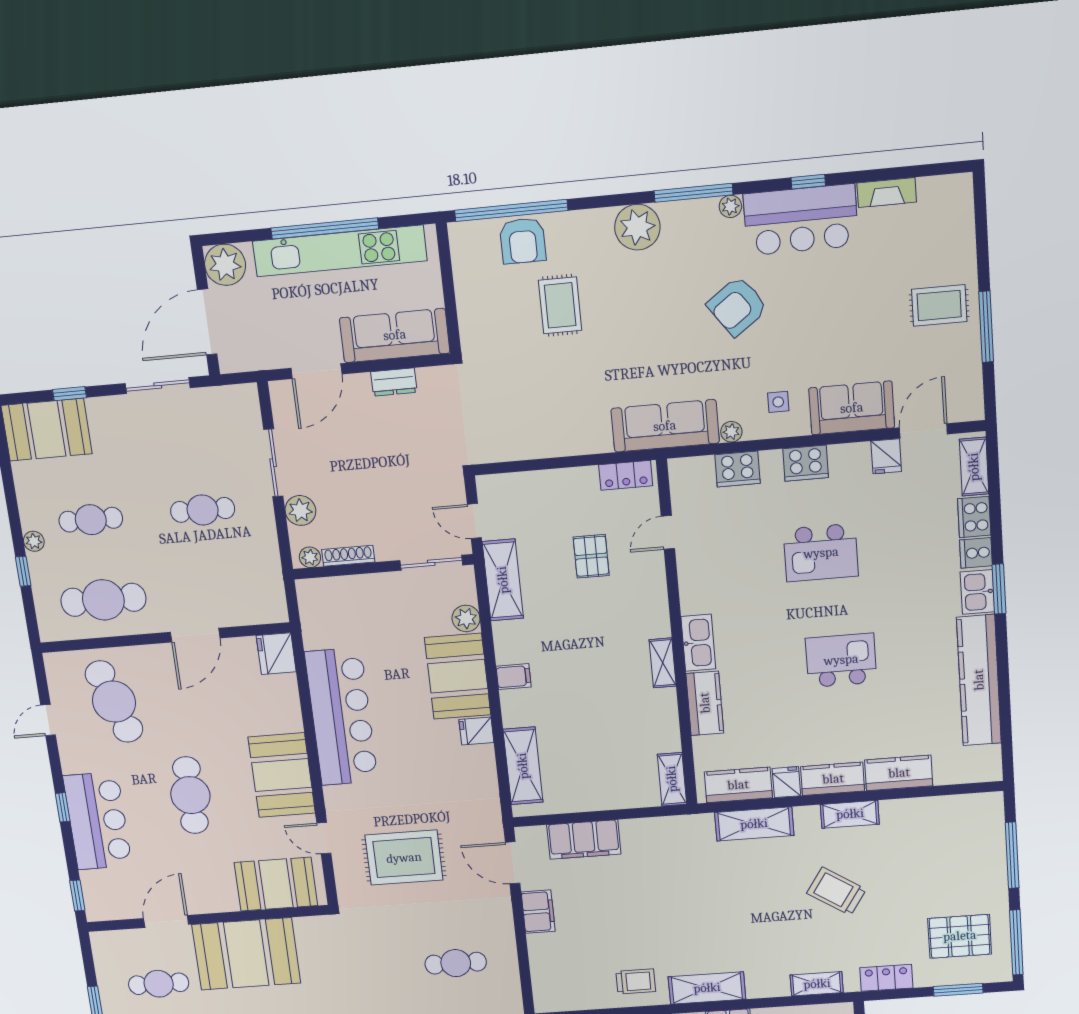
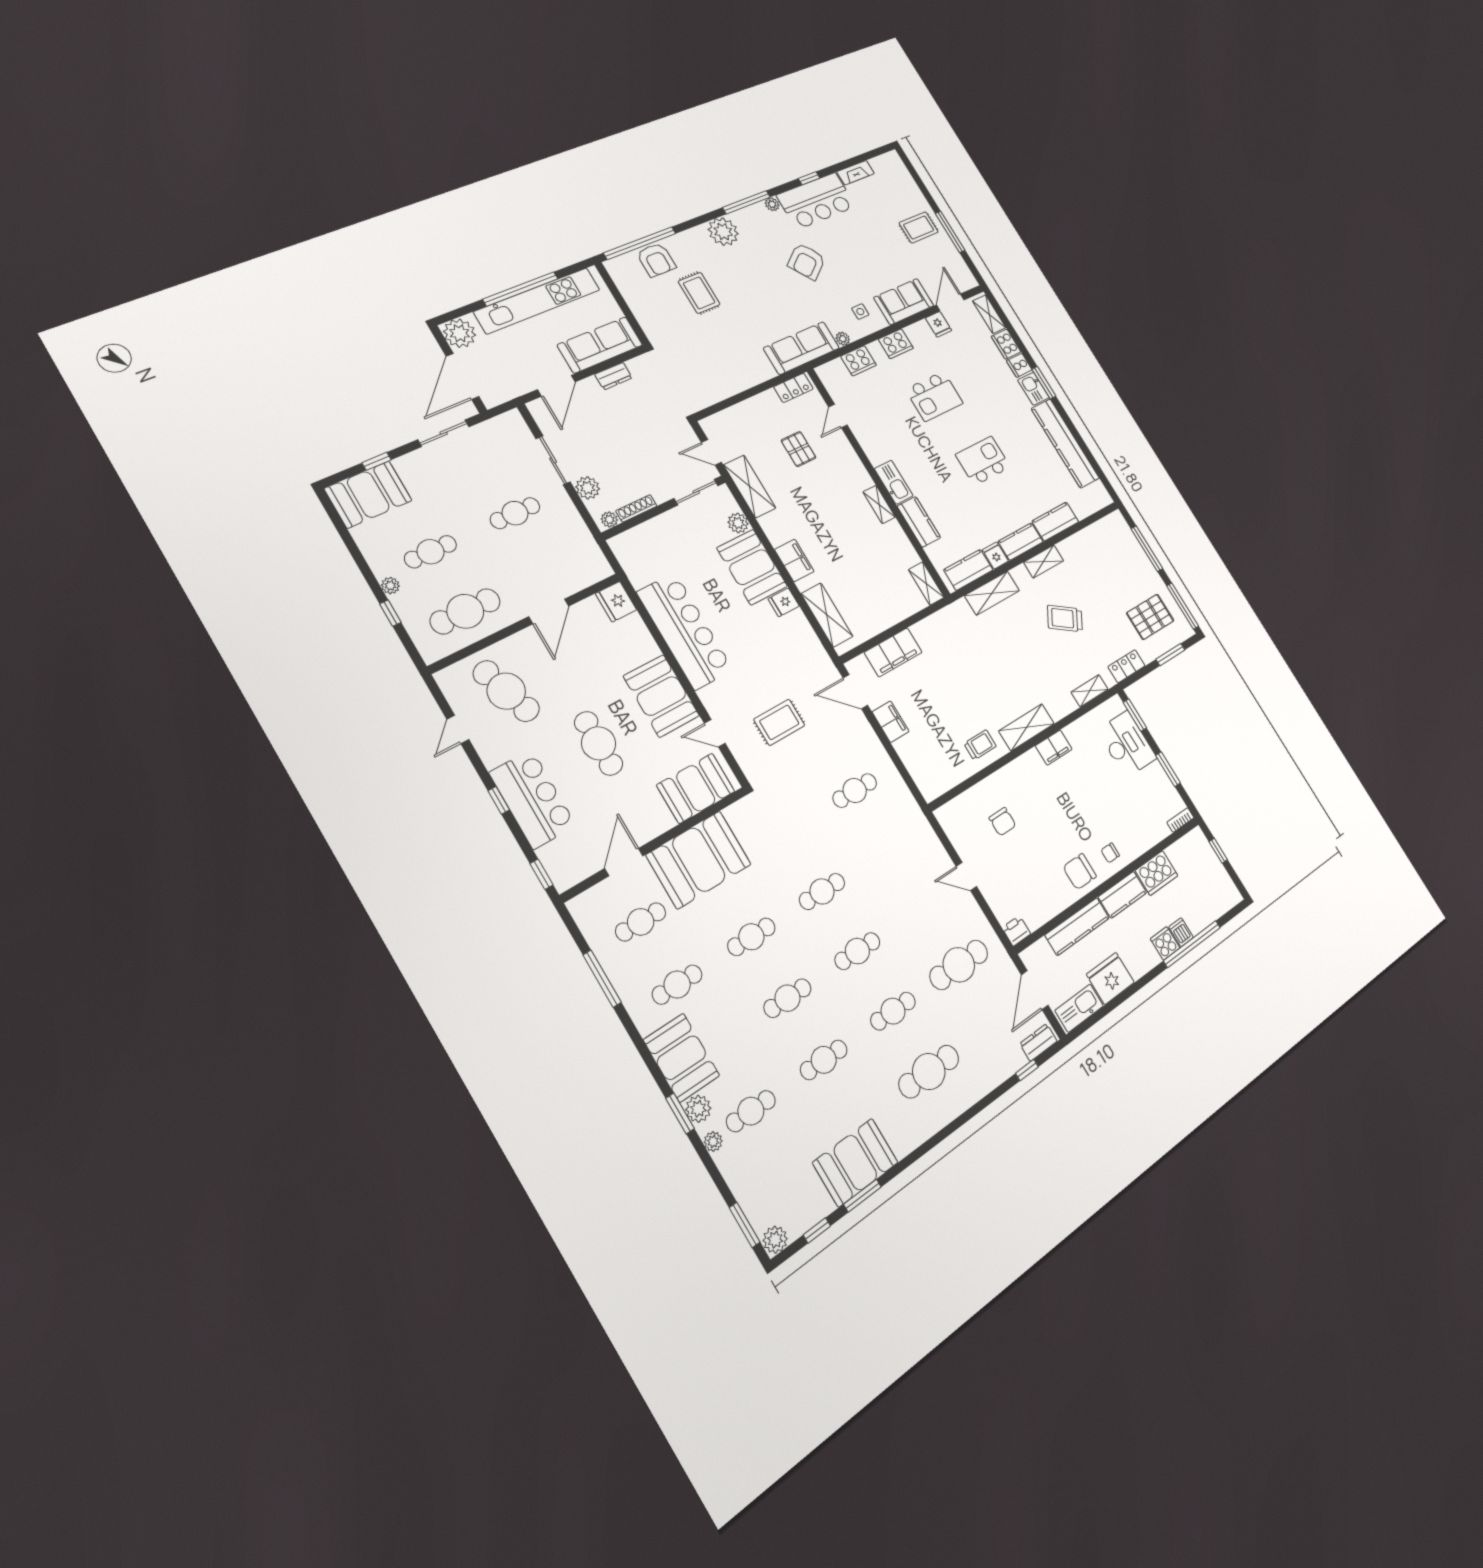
filing cabinet: (514, 677) -> (794, 560), width x2.00
rug: (404, 858) -> (779, 722), width x0.73, depth x0.70

